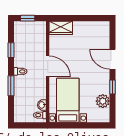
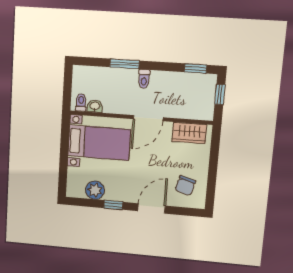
wardrobe: (61, 28) -> (189, 133), moved, turned -90
chair: (94, 36) -> (185, 186), added
window: (11, 50) -> (196, 68), moved

